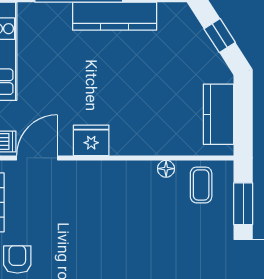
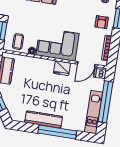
corner sofa: (110, 193) -> (58, 44), added

